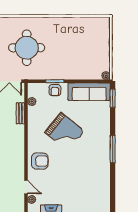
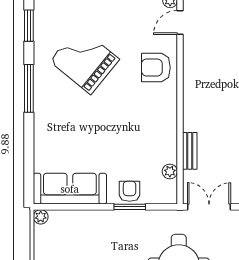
window: (113, 98) -> (29, 26), moved
grand piano: (65, 132) -> (85, 60), moved
door: (26, 187) -> (180, 23), hinge flipped

